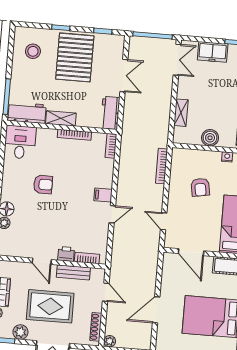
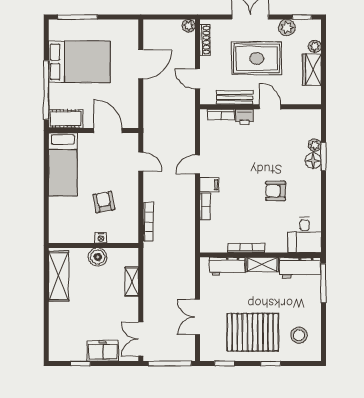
pallet: (75, 57) -> (253, 332), turned 90
workbench: (110, 113) -> (227, 266), moved, turned 90
bookcase: (111, 146) -> (205, 206), moved
nightstand: (227, 157) -> (101, 238), moved

